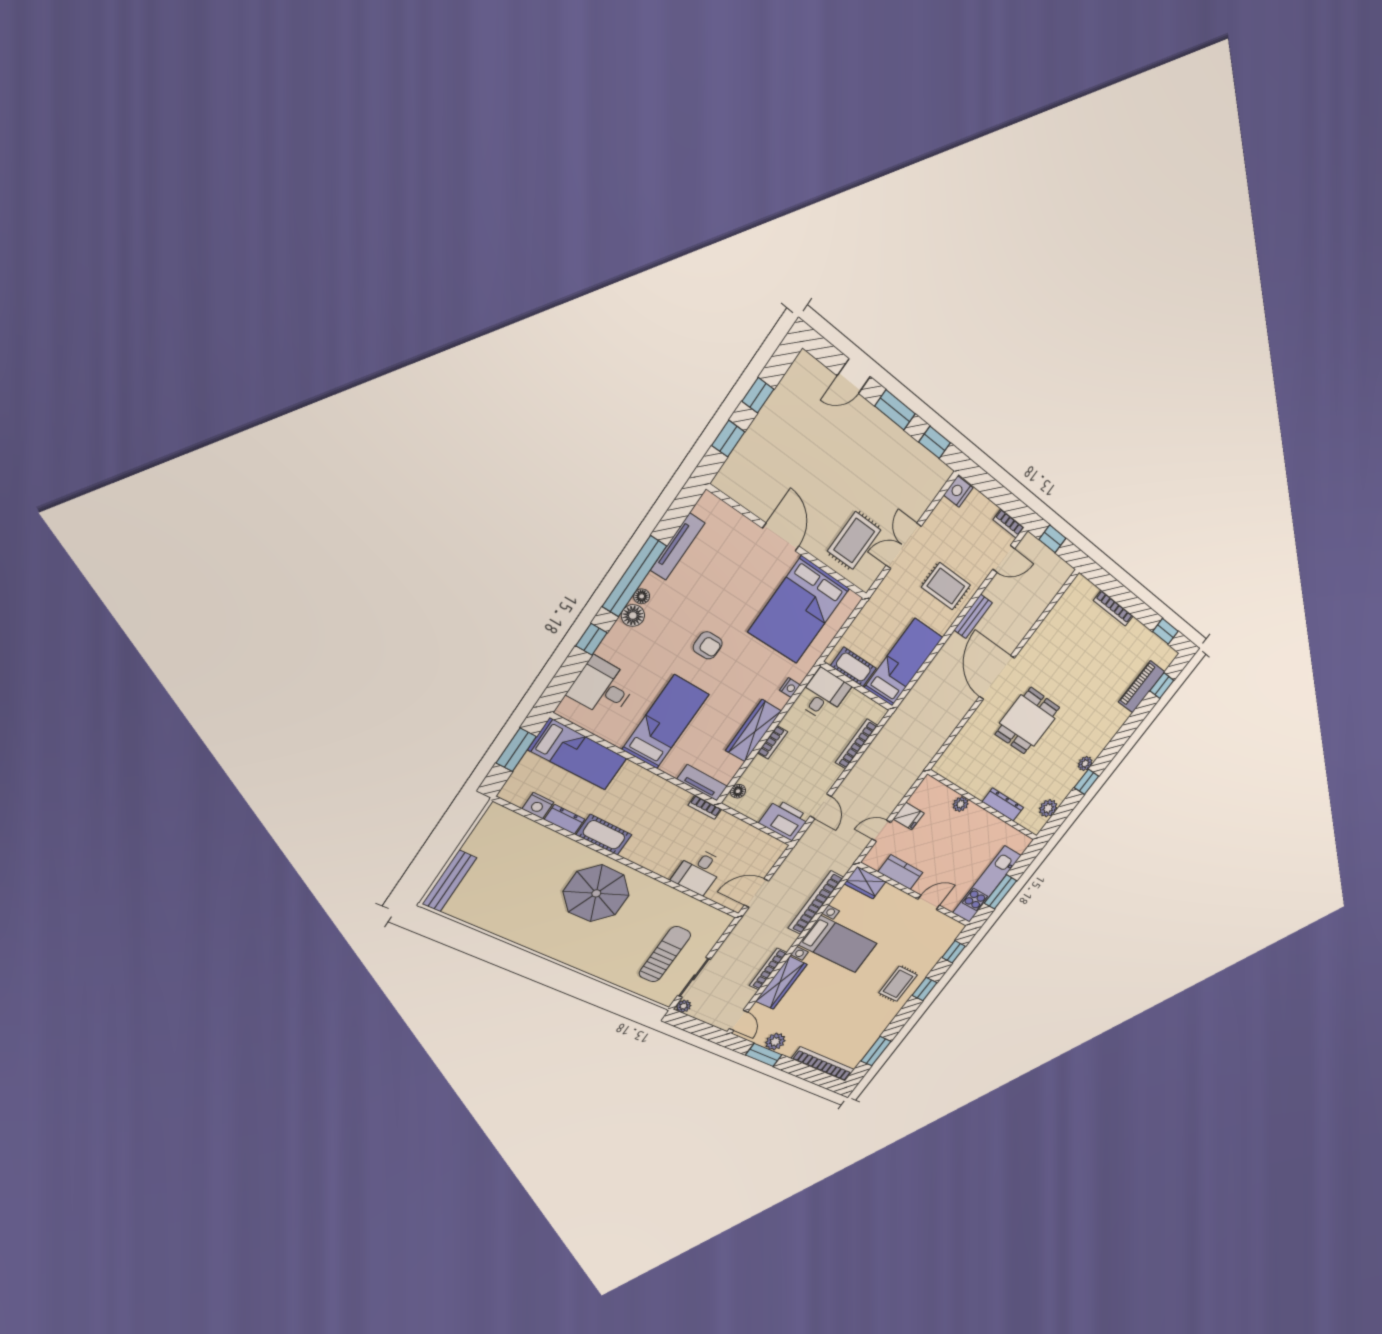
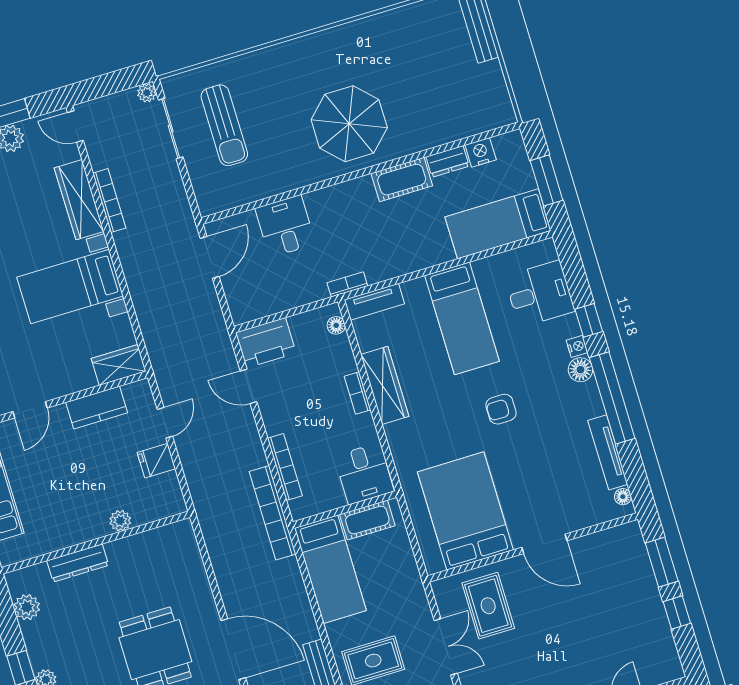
window: (728, 439) -> (662, 562), width x1.50
floor lamp: (642, 596) -> (623, 497), moved
nightstand: (790, 688) -> (577, 346), moved, turned 180
bookcase: (816, 903) -> (273, 513), moved, turned 180

